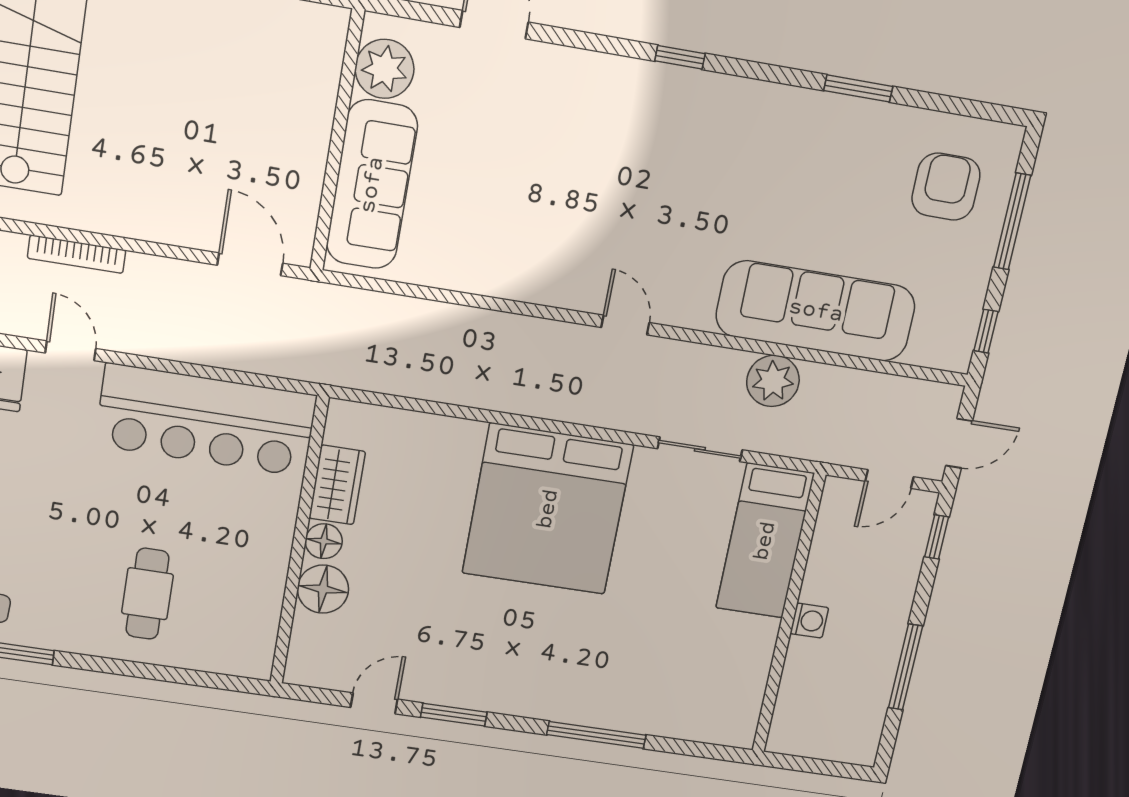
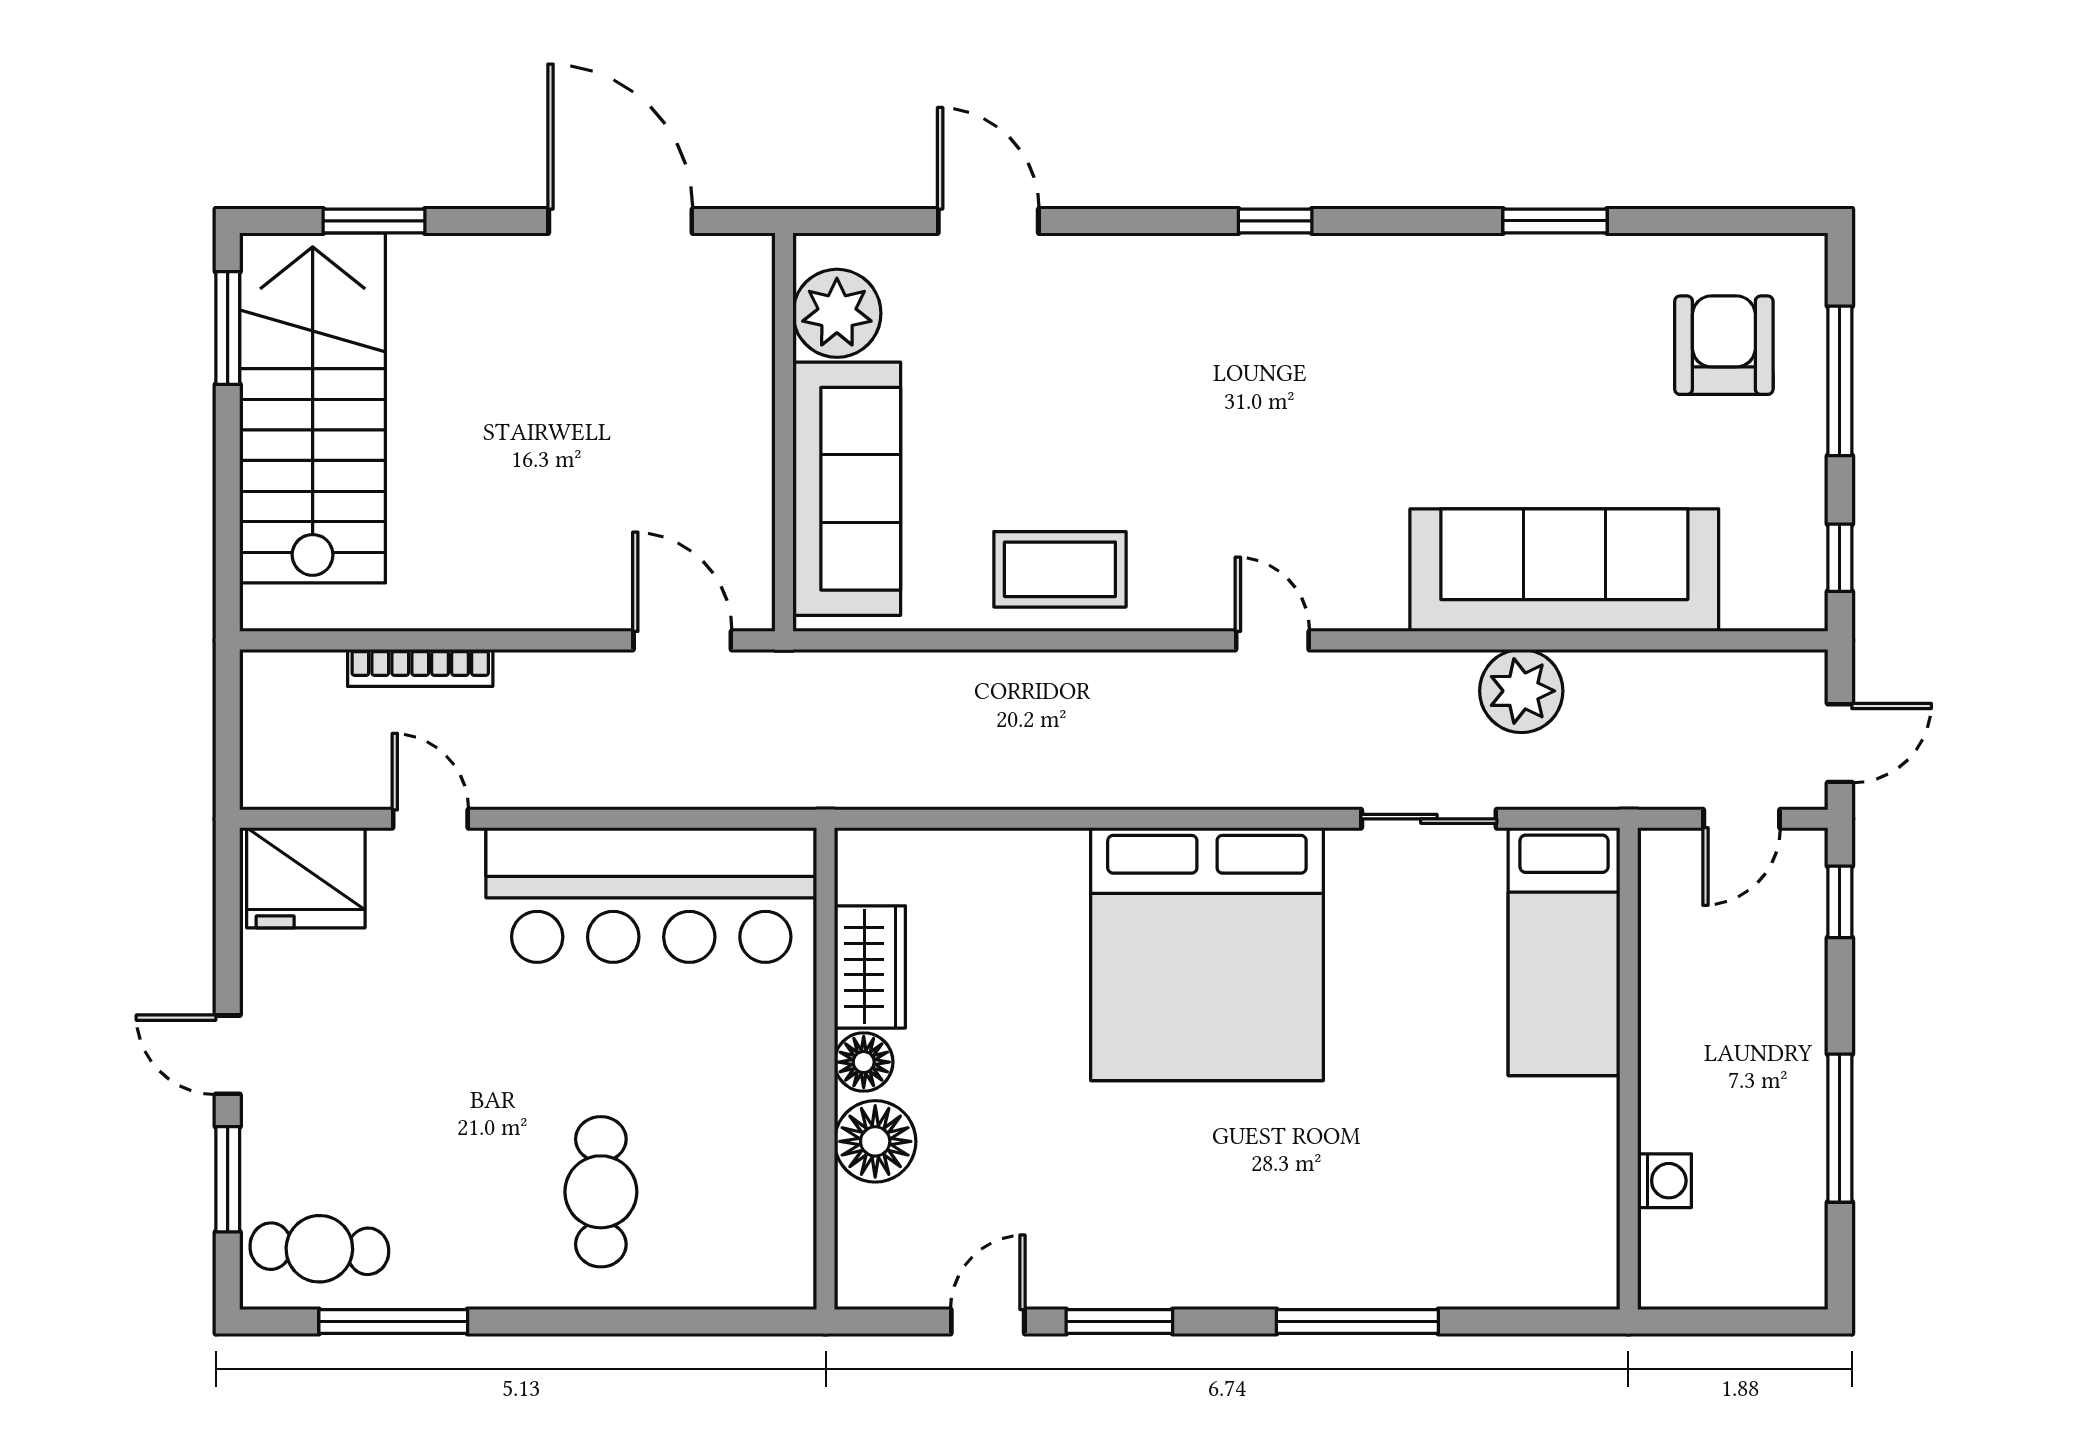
coffee table: (500, 259) -> (1060, 569), added
washing machine: (809, 621) -> (1665, 1181), moved

